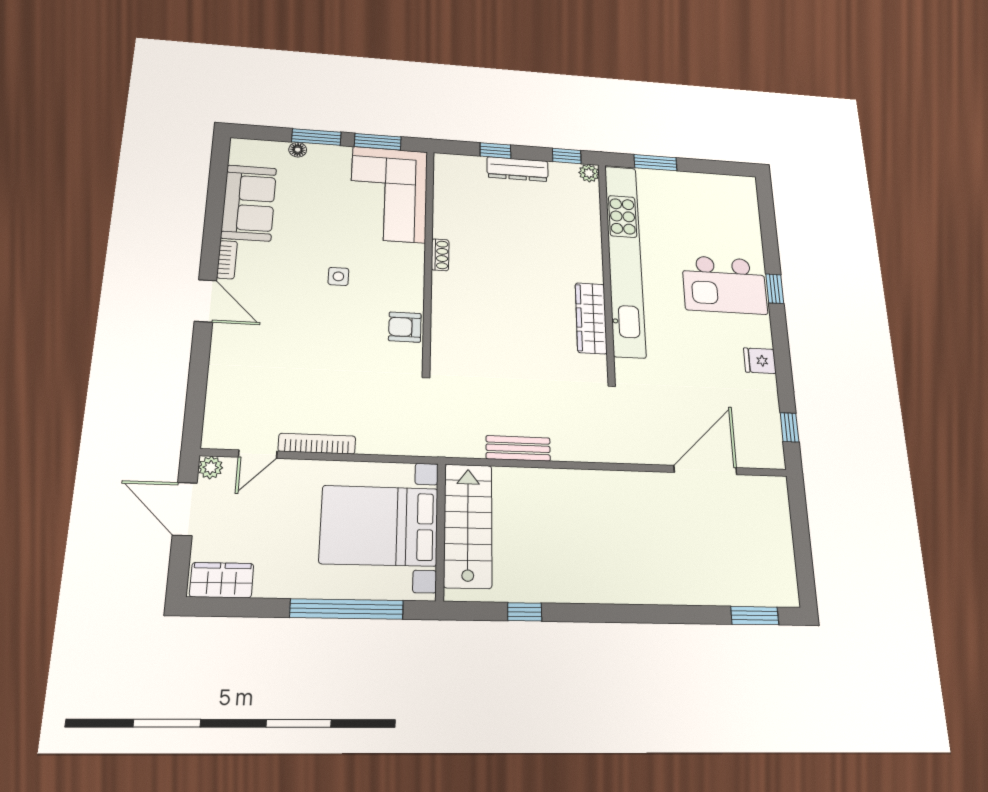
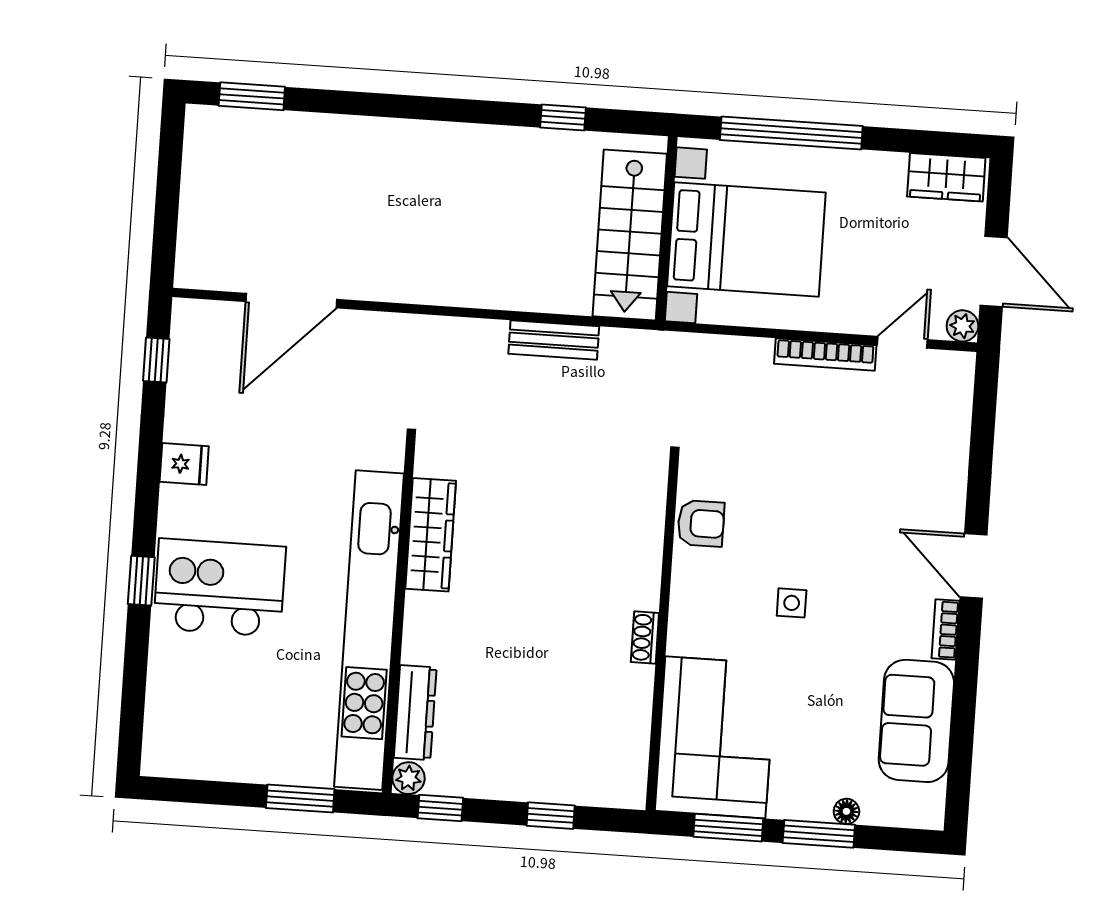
dresser: (518, 169) -> (415, 713), moved, turned 90

